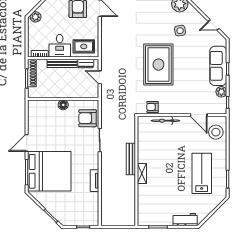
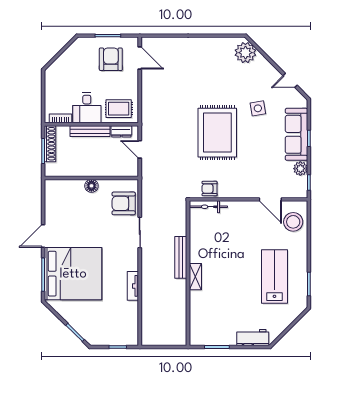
plant: (36, 17) -> (55, 70), removed
side table: (180, 31) -> (258, 108), moved
bicycle: (165, 121) -> (208, 207), moved

